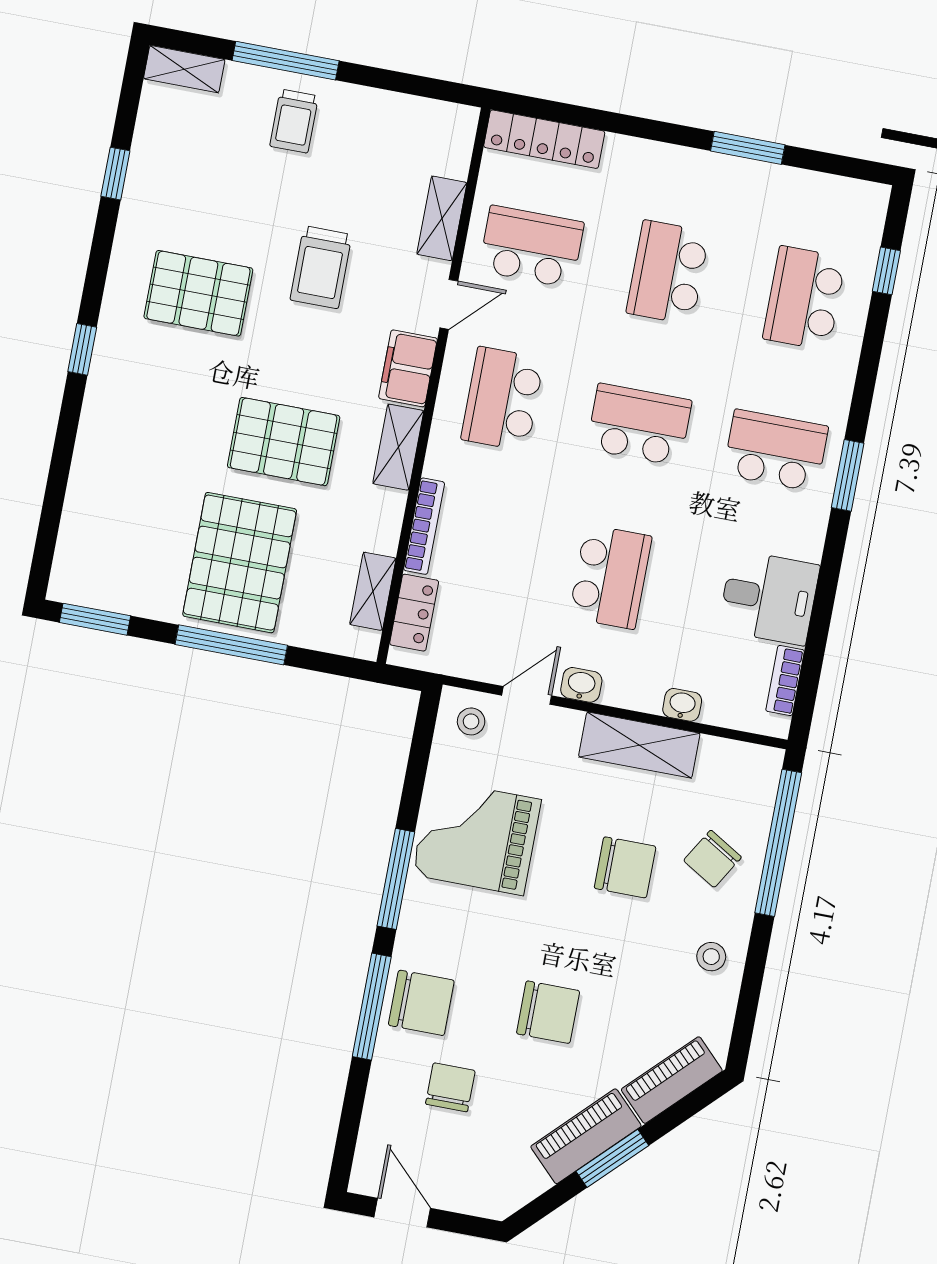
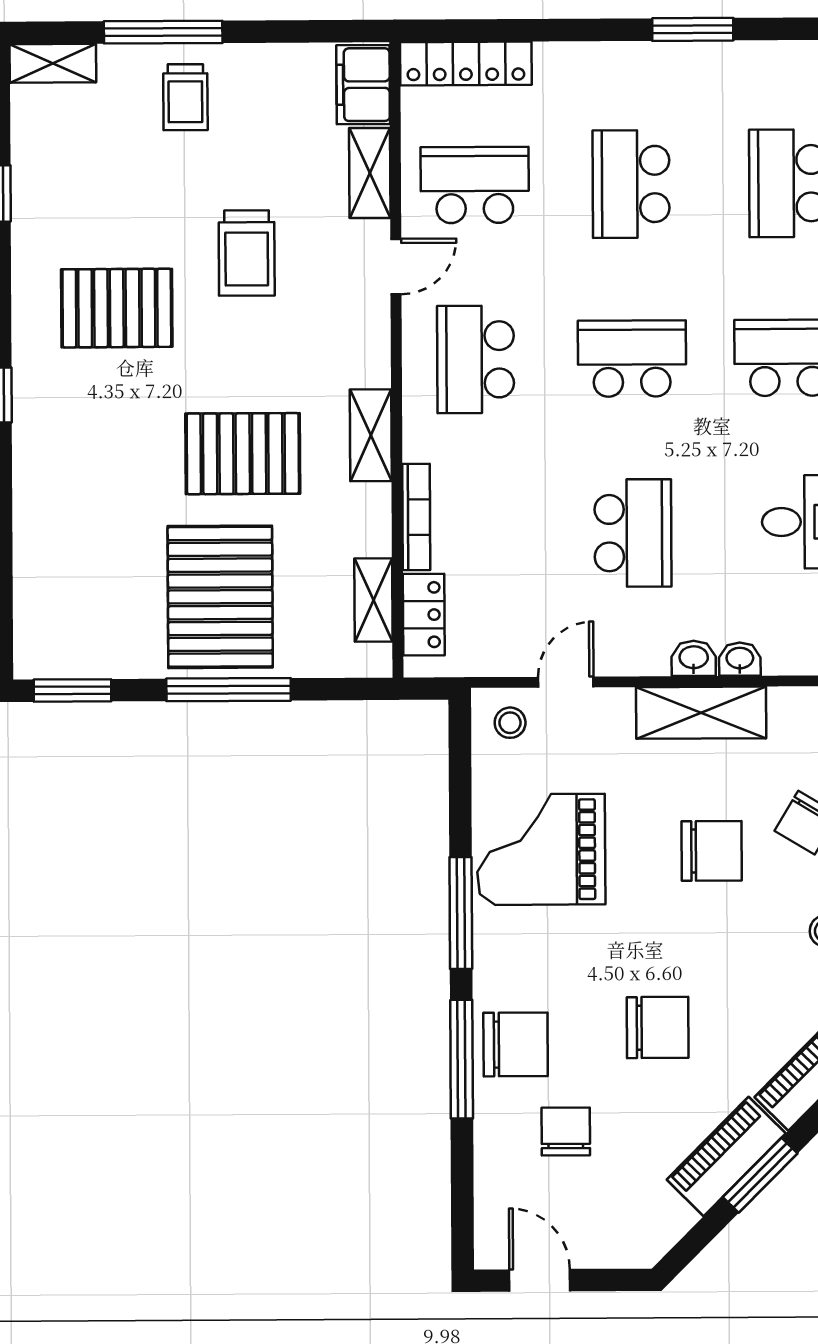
filing cabinet: (408, 368) -> (363, 85), moved
washbasin: (581, 685) -> (694, 658), moved

